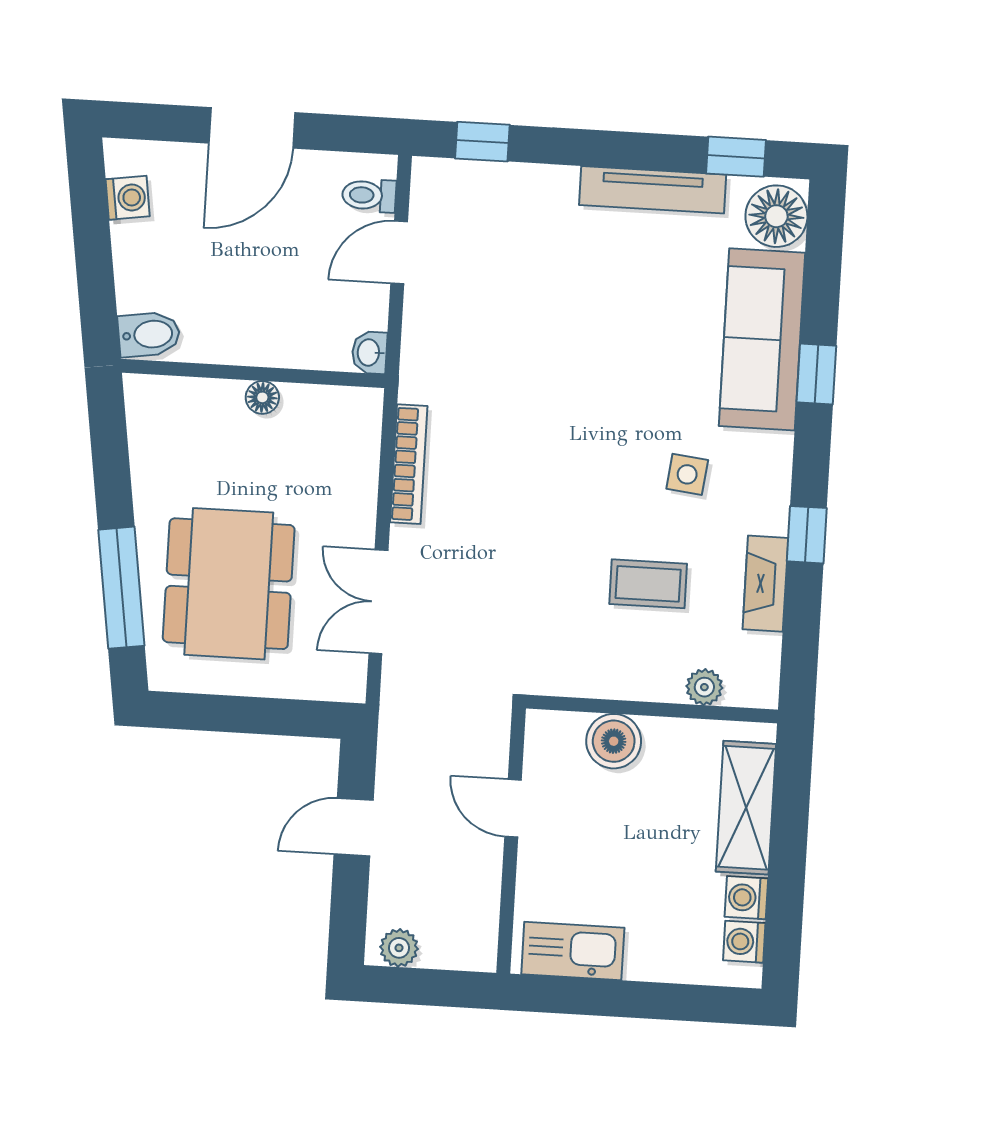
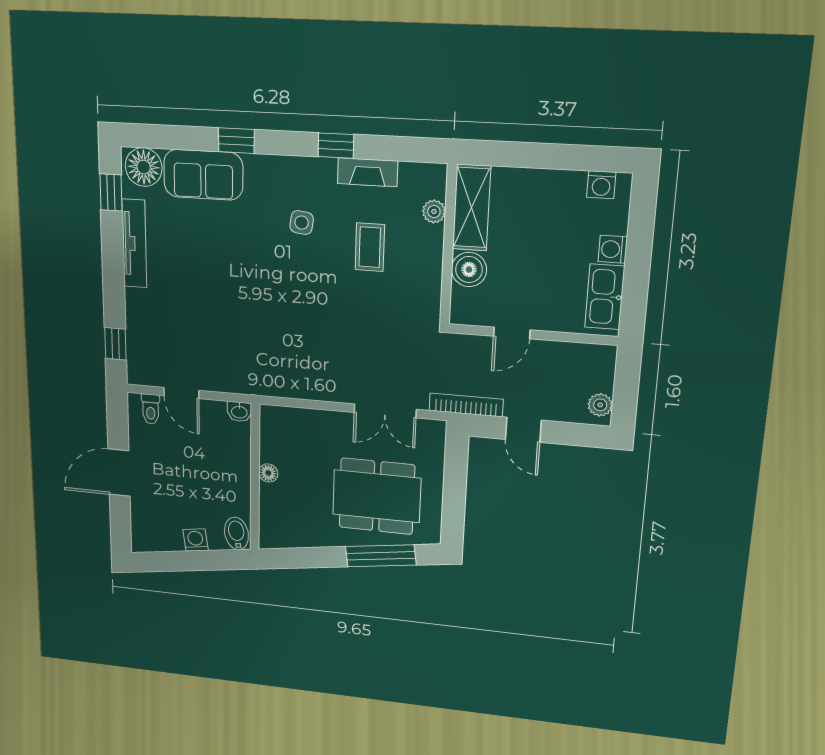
door: (252, 128) -> (119, 473), swing flipped
washing machine: (128, 198) -> (196, 540), moved
sofa: (762, 339) -> (203, 175), width x0.73
bookcase: (409, 464) -> (466, 405), moved
shelving: (746, 808) -> (472, 208), moved, turned 90
washing machine: (746, 898) -> (613, 249), moved, turned 90

